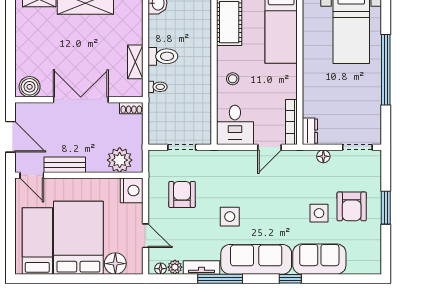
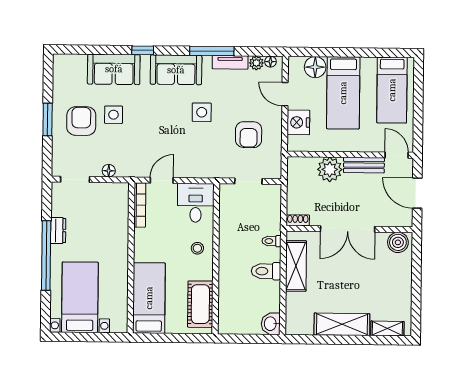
shelving: (135, 62) -> (296, 266), width x1.50, depth x1.33
dresser: (310, 131) -> (58, 230), moved, turned 180
plant: (120, 160) -> (330, 169), moved
nightstand: (132, 190) -> (298, 122), moved
bed: (78, 238) -> (343, 93), width x0.67
sofa: (256, 259) -> (176, 70), width x0.73

